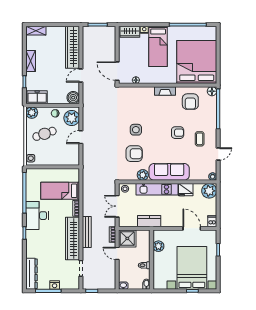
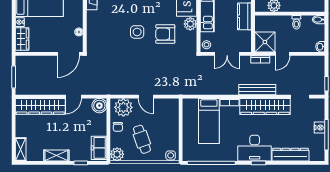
door: (81, 75) -> (73, 97), hinge flipped
armchair: (134, 154) -> (165, 34), turned -90
desk: (37, 216) -> (255, 148), moved
dresser: (31, 274) -> (290, 155), moved

